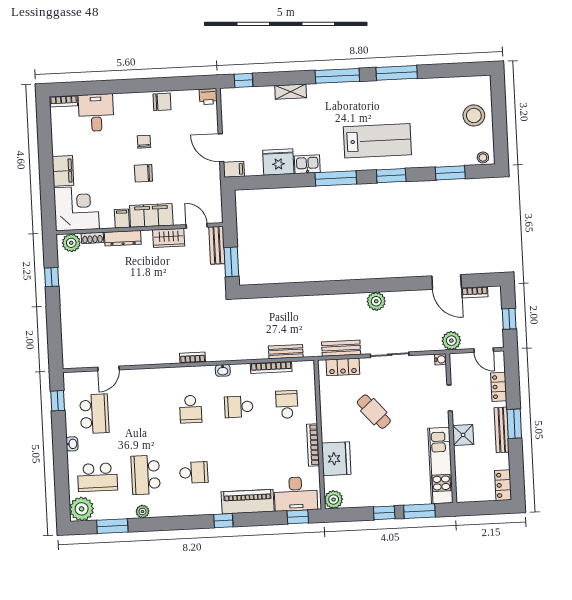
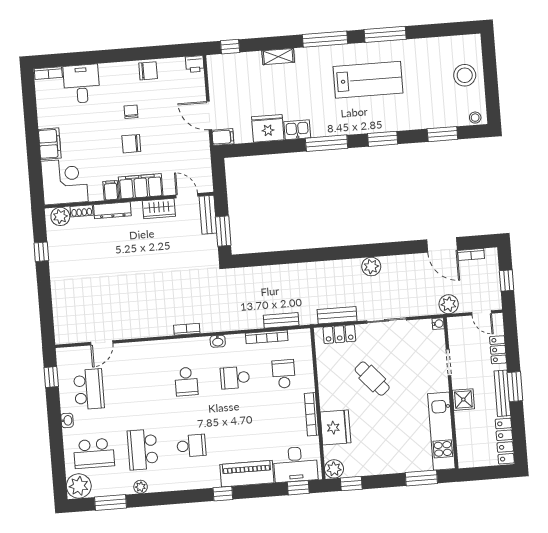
lab bench: (377, 141) -> (368, 80), moved
locker: (503, 485) -> (505, 441), width x1.53
window: (384, 513) -> (351, 484), moved

